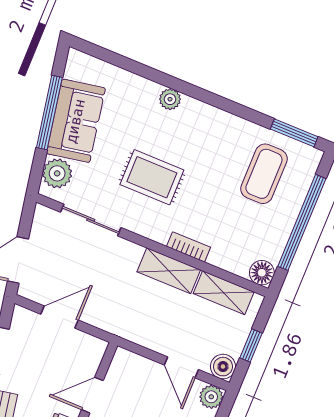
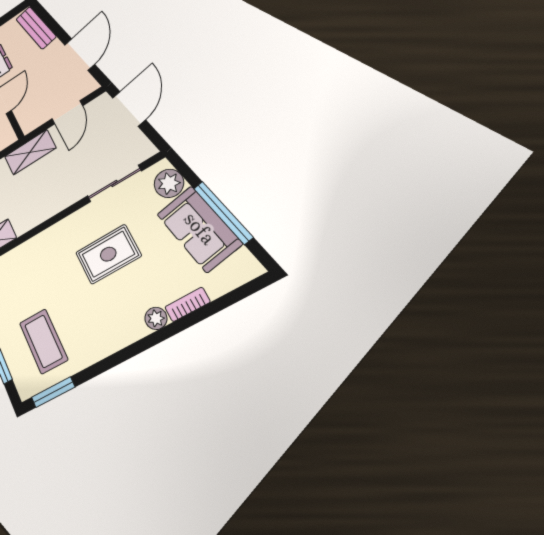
bookcase: (188, 247) -> (187, 304), moved, turned 180
shelving: (169, 271) -> (30, 152), moved

